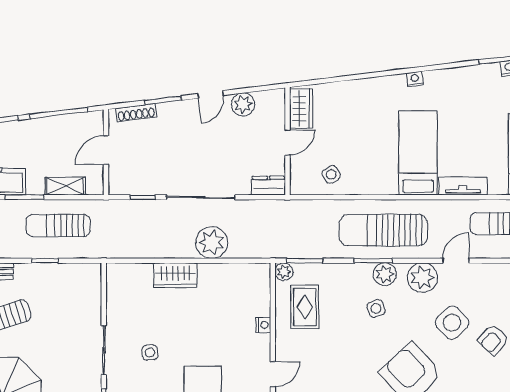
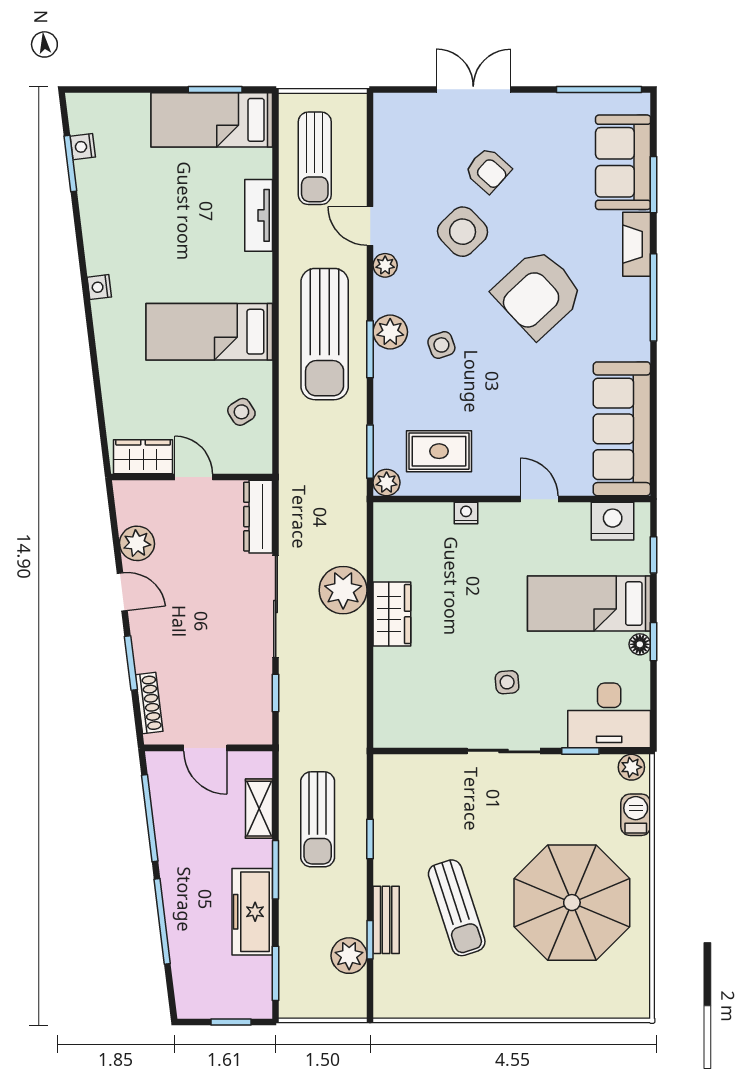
bed: (418, 153) -> (209, 332), moved
dresser: (268, 186) -> (258, 517), width x1.44
wardrobe: (175, 275) -> (392, 614), moved
plant: (422, 278) -> (385, 265), width x0.53, depth x0.53

